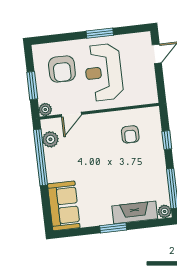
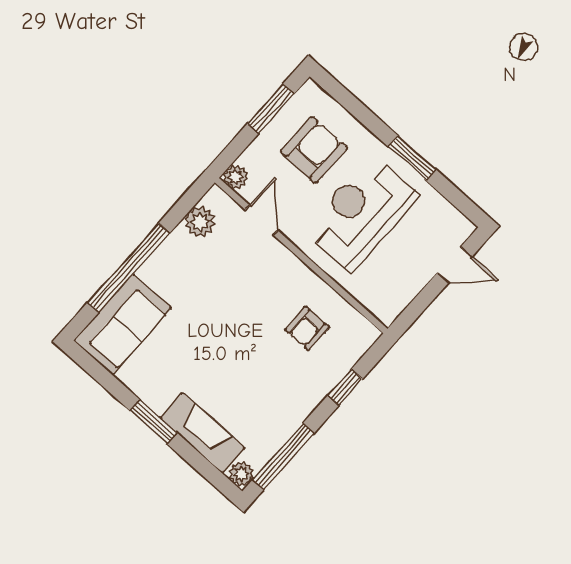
armchair: (62, 69) -> (314, 150), turned 180
window: (32, 86) -> (271, 109), moved
door: (71, 114) -> (261, 220), swing flipped
window: (41, 157) -> (129, 268), moved

